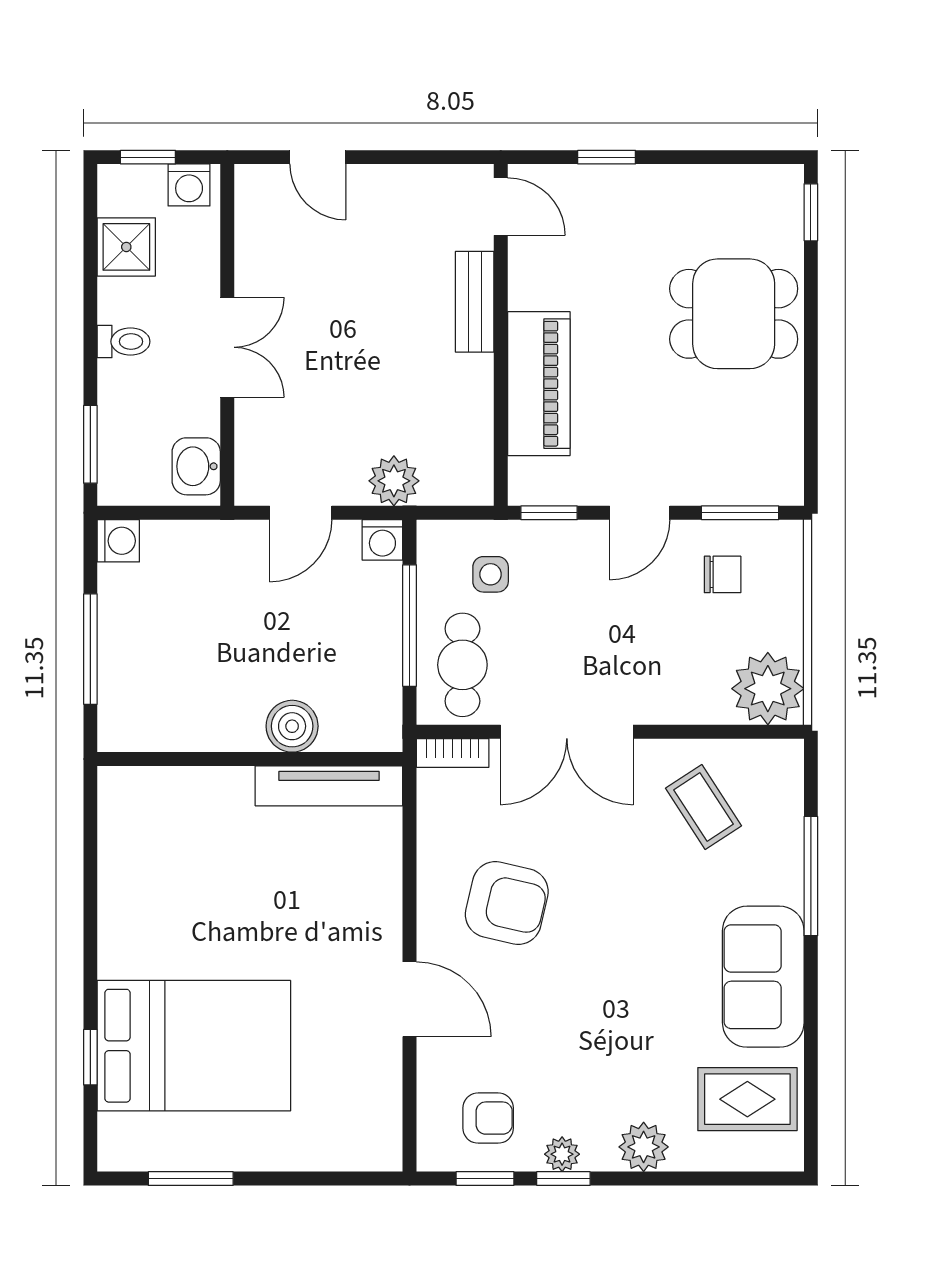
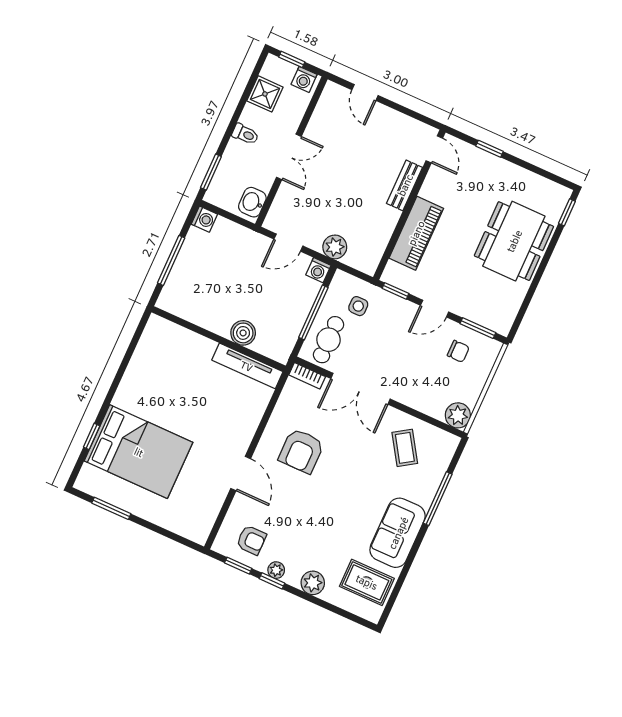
dining table: (734, 314) -> (514, 241), width x1.38
plant: (768, 689) -> (458, 415), width x0.73, depth x0.73
armchair: (507, 903) -> (301, 451), turned 77

